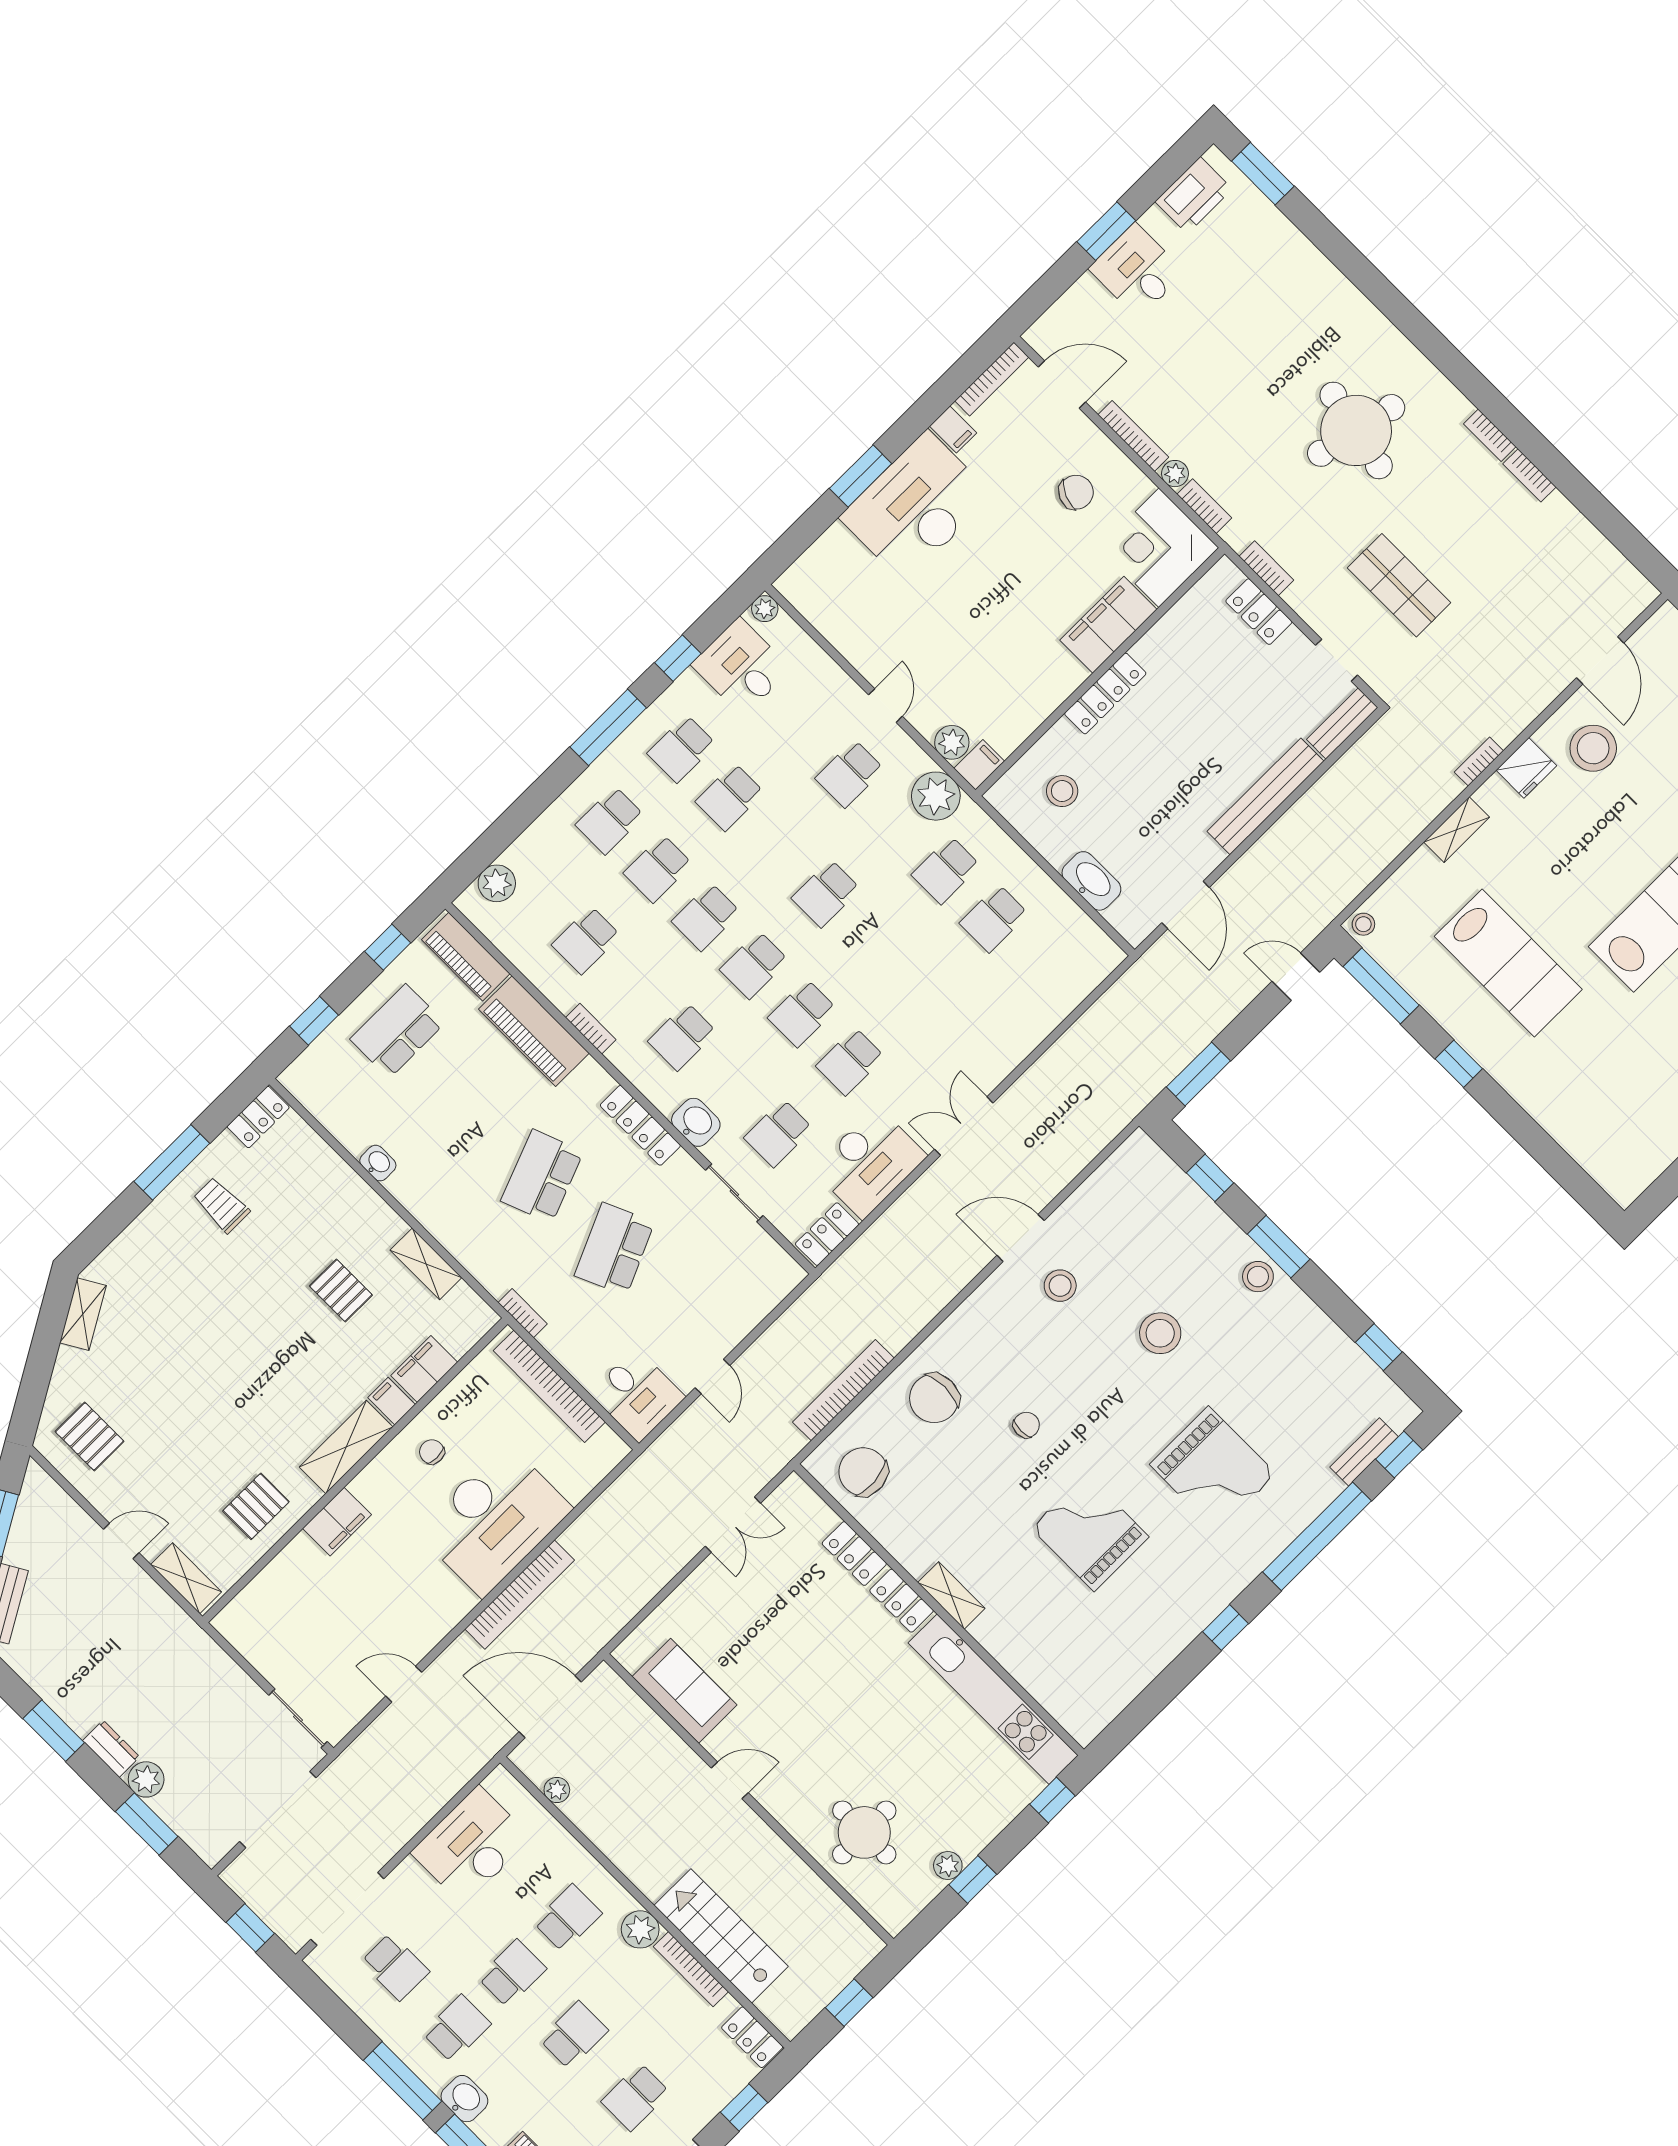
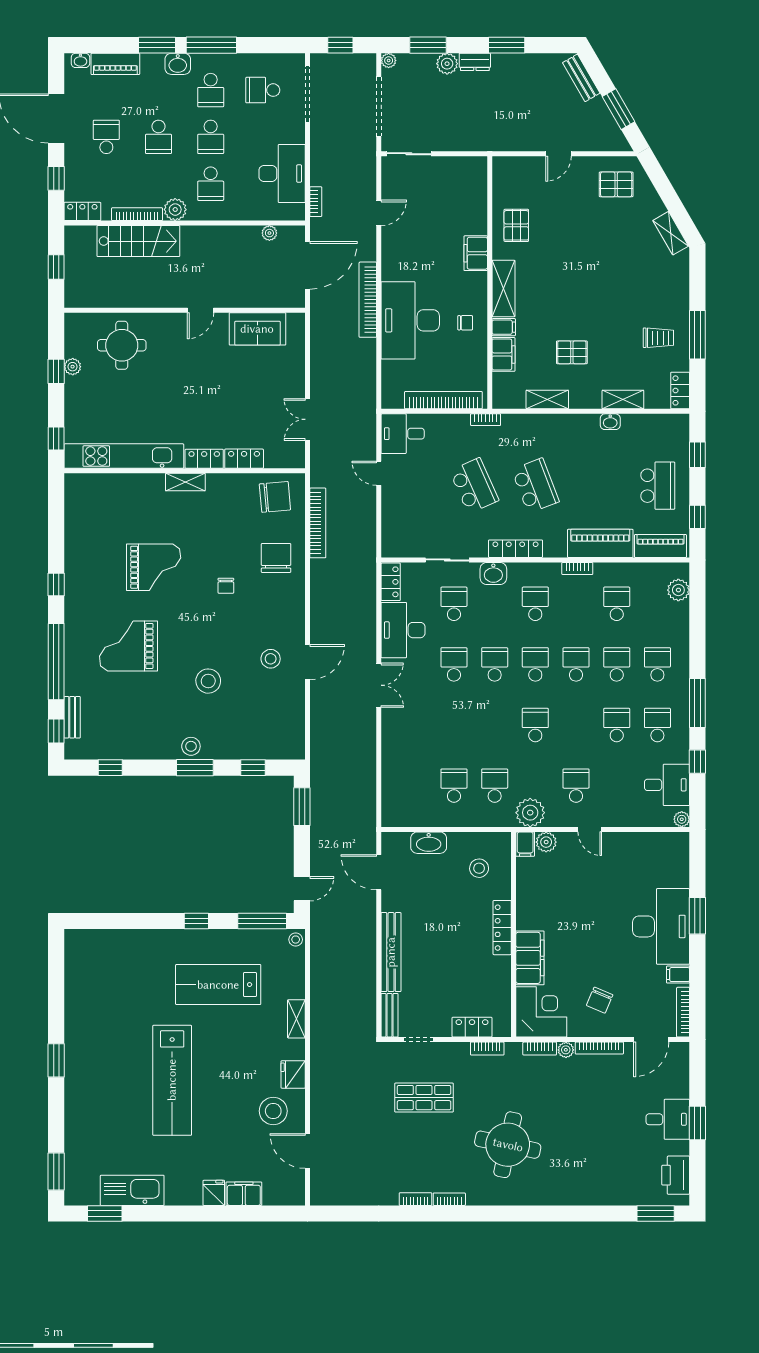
bookcase: (1479, 761) -> (316, 202), moved
shelving: (186, 1578) -> (623, 400), moved
plant: (211, 1853) -> (389, 60), added

